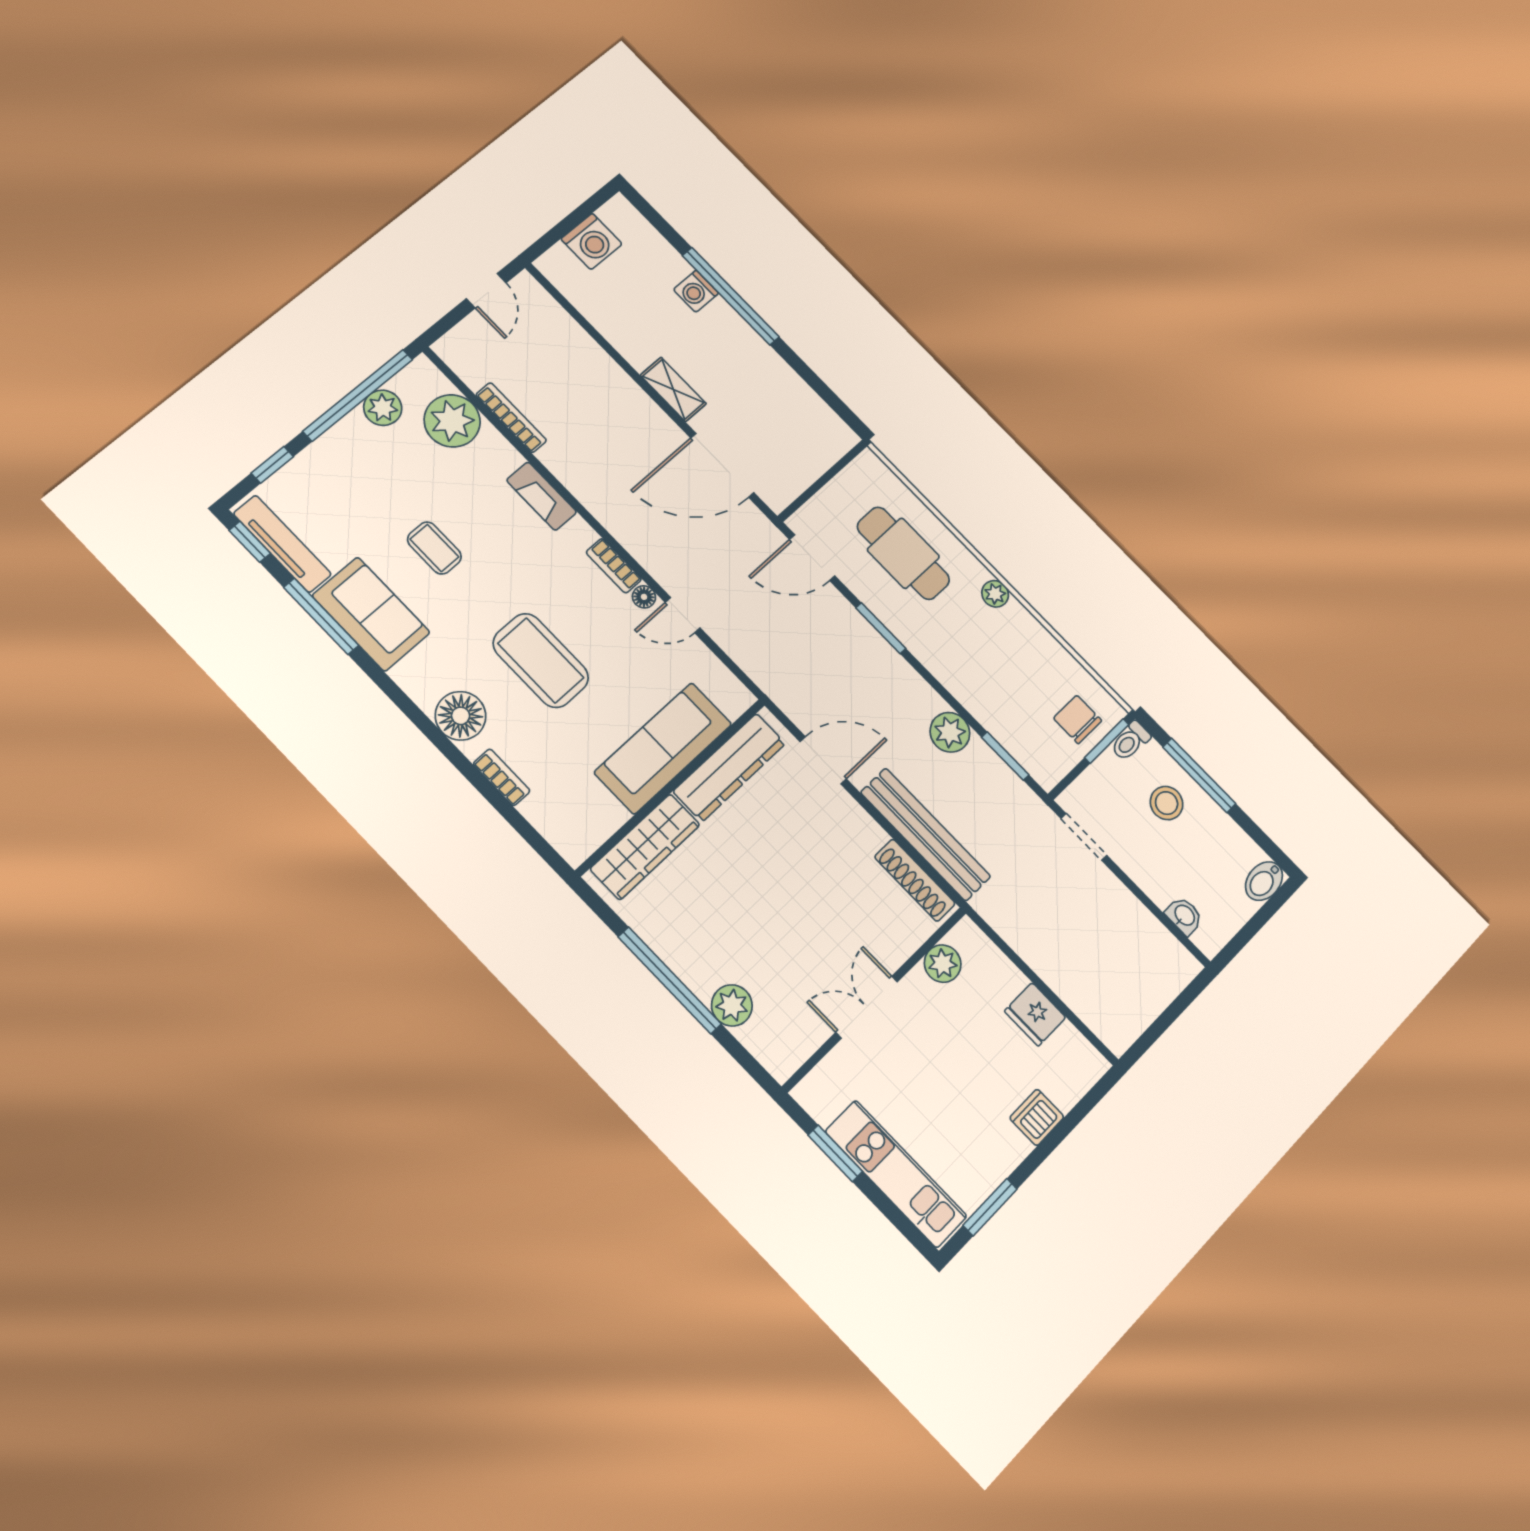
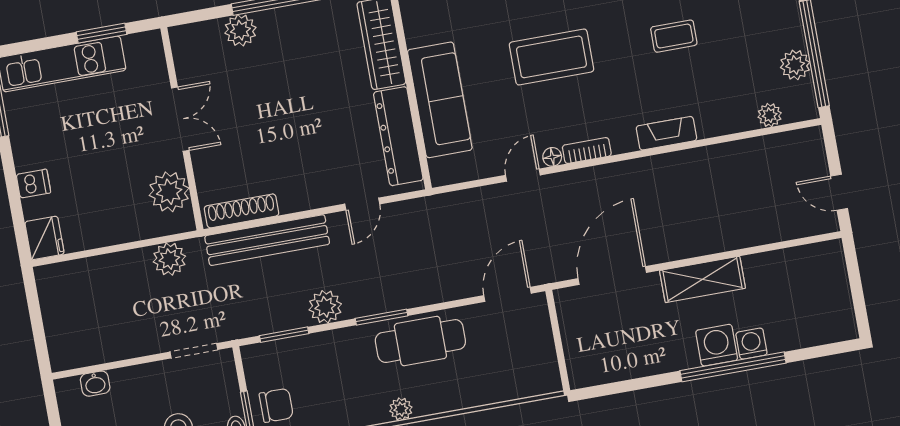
washing machine: (592, 242) -> (717, 345), moved, turned 90
shelving: (673, 389) -> (702, 279), width x1.50, depth x1.33
bookcase: (511, 418) -> (735, 149), removed
plant: (452, 421) -> (770, 115), width x0.53, depth x0.53
cafe table: (903, 553) -> (420, 341), moved
window: (881, 628) -> (381, 317), moved
door: (823, 760) -> (362, 204), width x0.73
plant: (1013, 923) -> (169, 259), added
plant: (943, 964) -> (169, 192), width x1.36, depth x1.36
fridge: (1035, 1014) -> (44, 238), moved, turned 90
dishwasher: (1037, 1117) -> (33, 184), width x0.73

